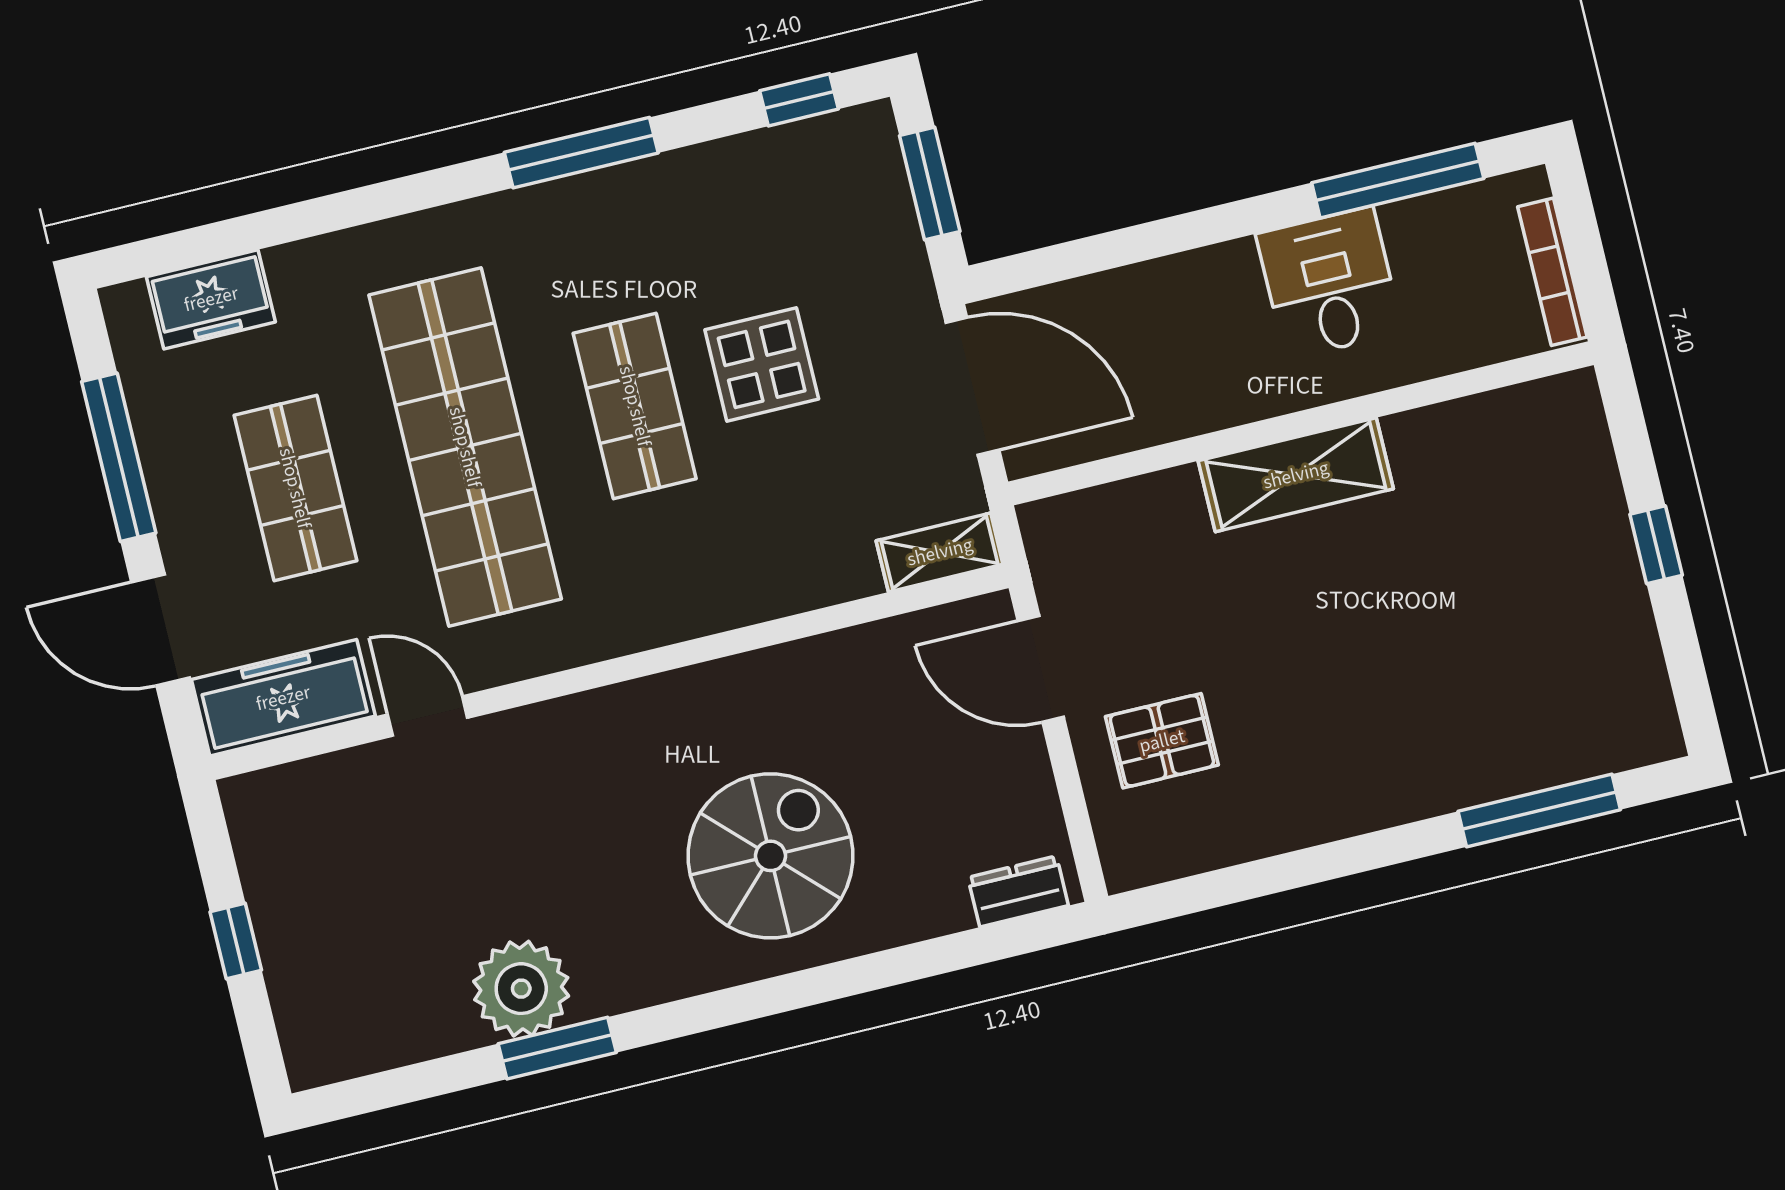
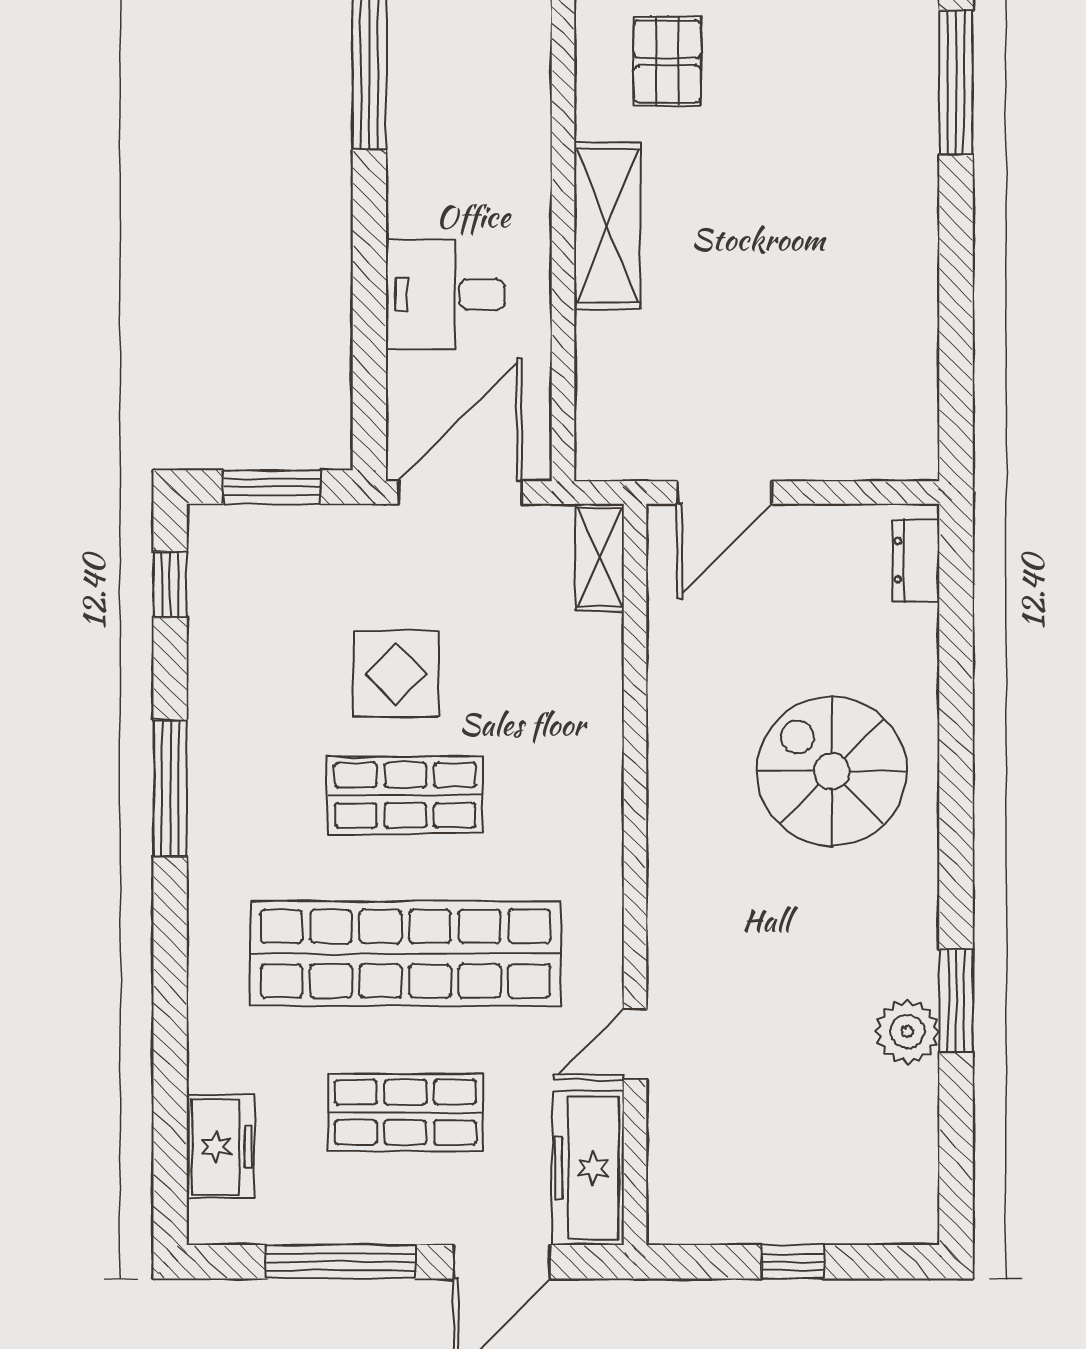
desk: (1329, 283) -> (445, 295), moved
pallet: (1162, 741) -> (667, 62), moved
plant: (521, 989) -> (907, 1032), width x0.73, depth x0.73

